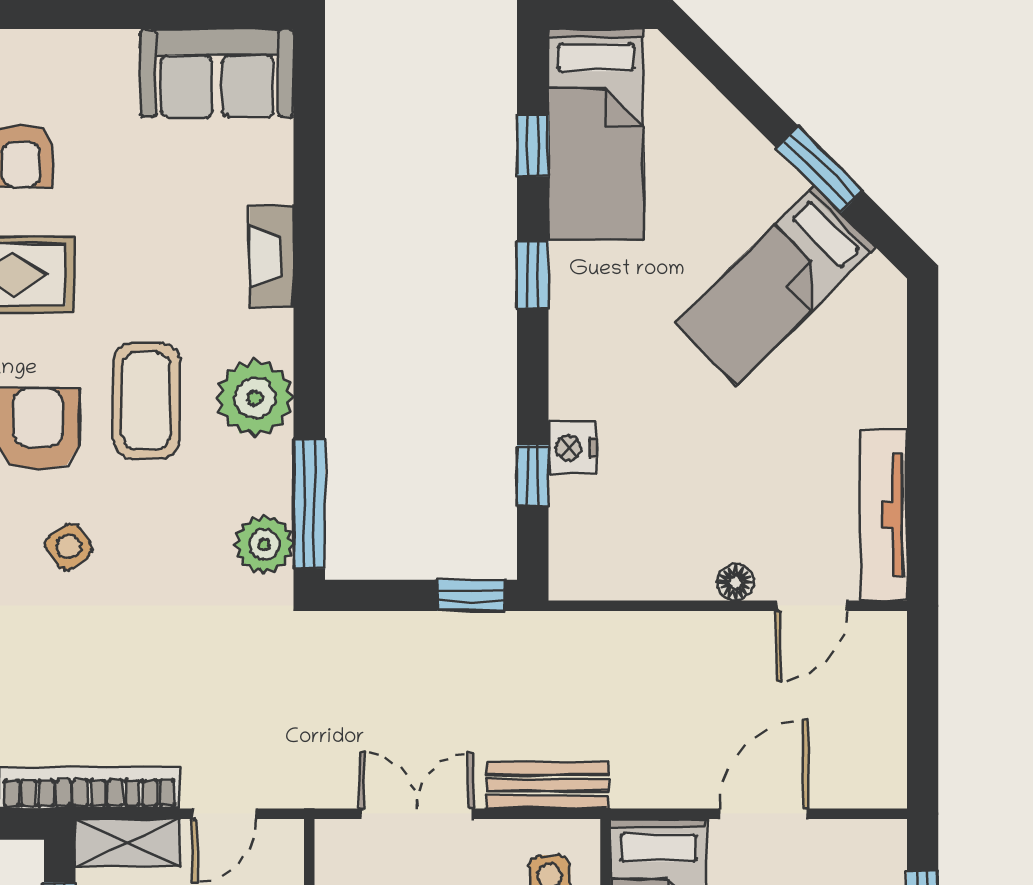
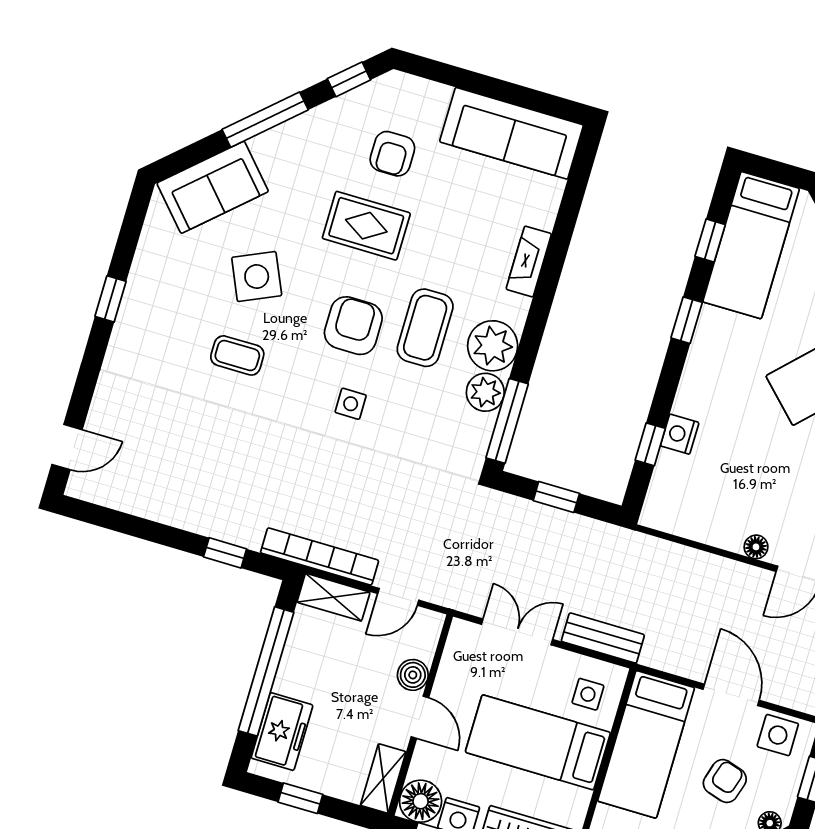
sofa: (217, 73) -> (511, 133), width x1.36
plant: (264, 544) -> (485, 392), moved
side table: (68, 547) -> (351, 404), turned 35
window: (471, 595) -> (556, 497), moved
door: (763, 814) -> (731, 695), hinge flipped
side table: (851, 853) -> (778, 735), added

